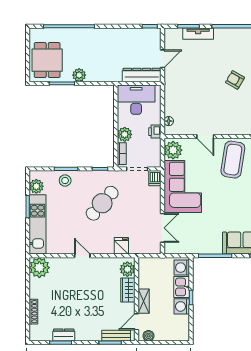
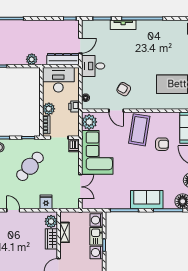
tv unit: (198, 34) -> (123, 25), moved
plant: (79, 75) -> (32, 59), moved
armchair: (235, 80) -> (124, 89), moved
desk: (178, 83) -> (93, 66), added
shelving: (144, 301) -> (65, 232), moved

